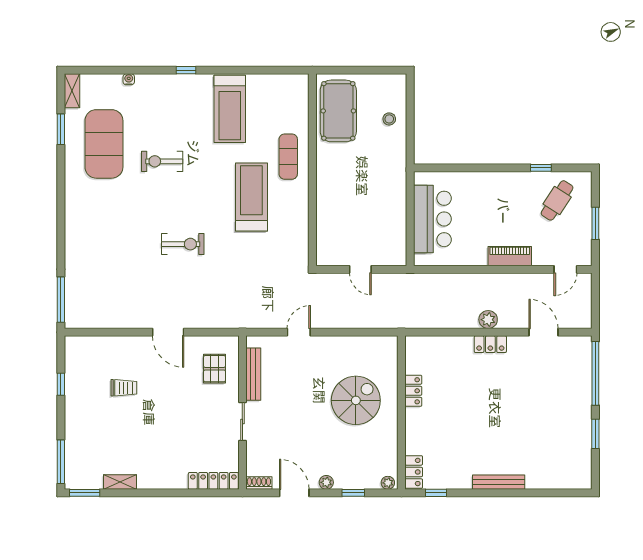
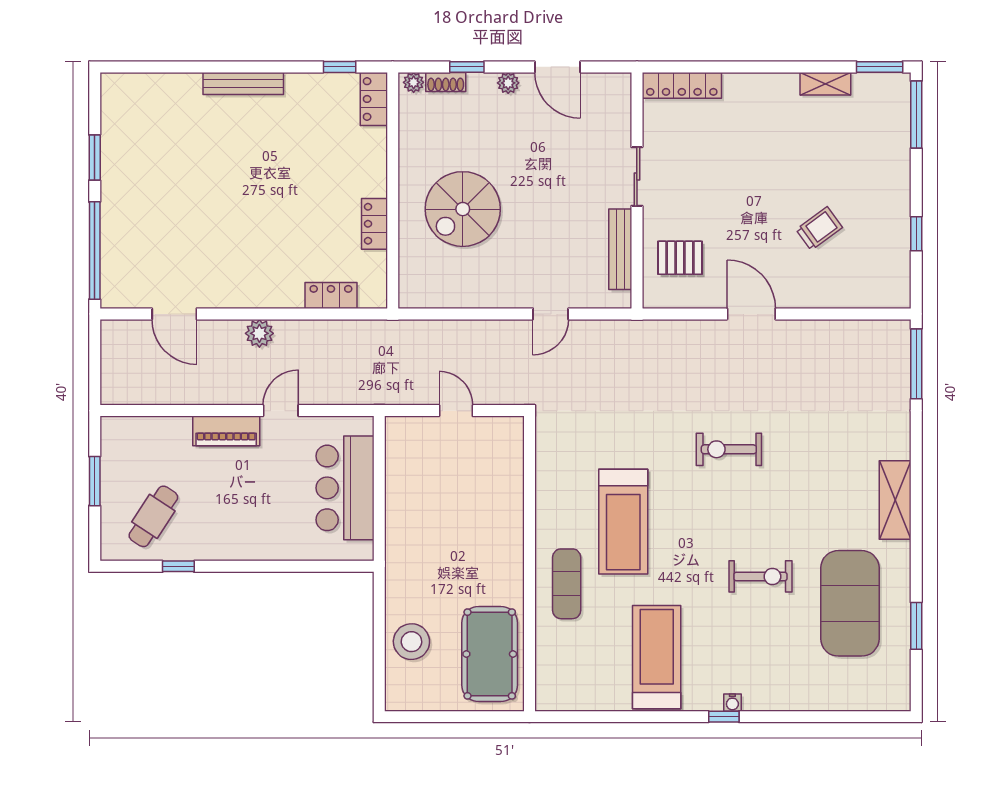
water cooler: (129, 79) -> (732, 703), moved
shelving: (72, 91) -> (895, 500), moved, width x1.50, depth x1.33
stool: (389, 119) -> (411, 642), width x1.89, depth x1.89
door: (565, 269) -> (281, 411), moved
locker: (490, 344) -> (331, 295), moved
pallet: (215, 369) -> (680, 258), turned 90
trolley: (124, 388) -> (819, 228), turned 144
shoe rack: (259, 483) -> (446, 82), moved

